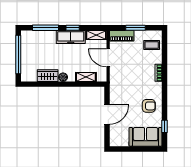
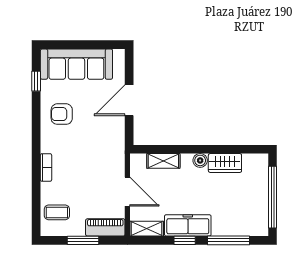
sofa: (146, 137) -> (76, 64), width x1.36

